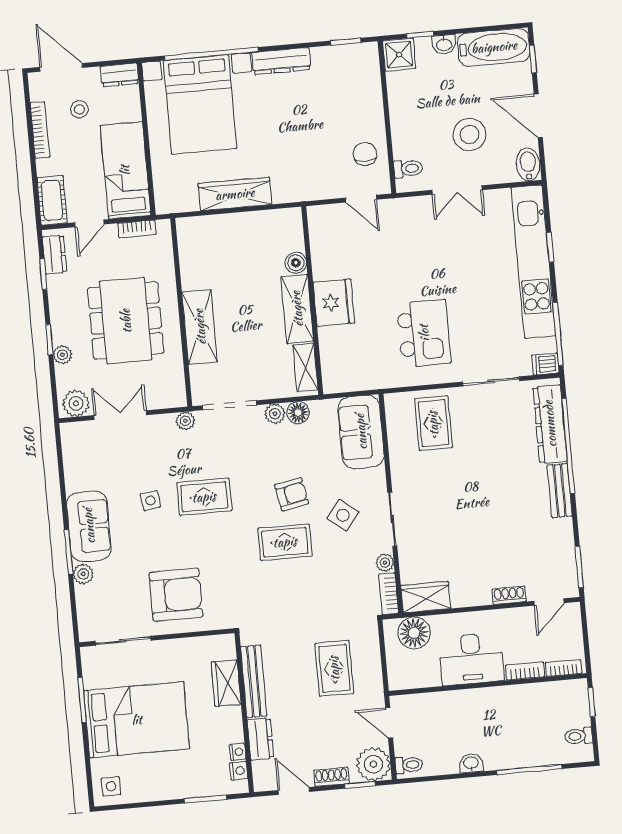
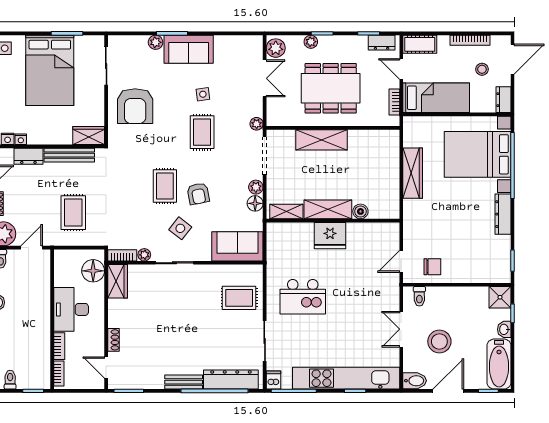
rug: (334, 668) -> (73, 213), turned 90
wardrobe: (226, 683) -> (89, 136), moved

